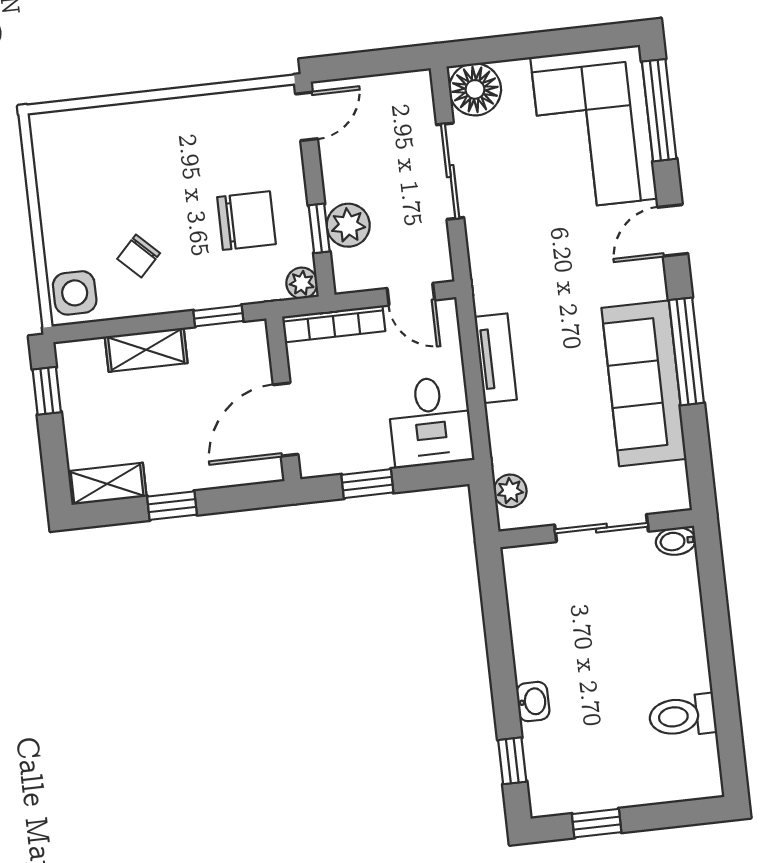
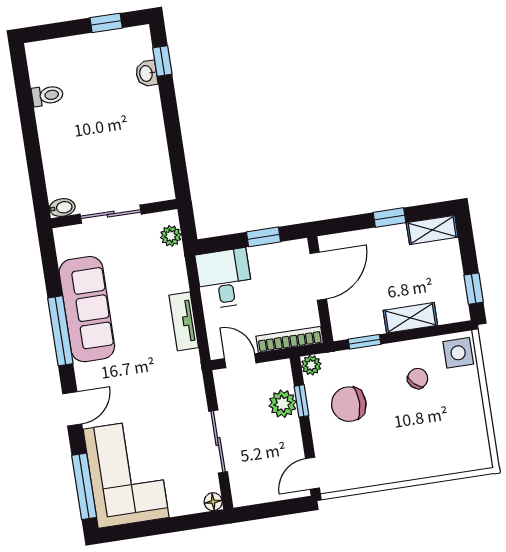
floor lamp: (475, 89) -> (213, 502), width x0.53, depth x0.53
washbasin: (533, 702) -> (147, 73), moved
toilet: (682, 716) -> (47, 95), width x0.73, depth x0.72

